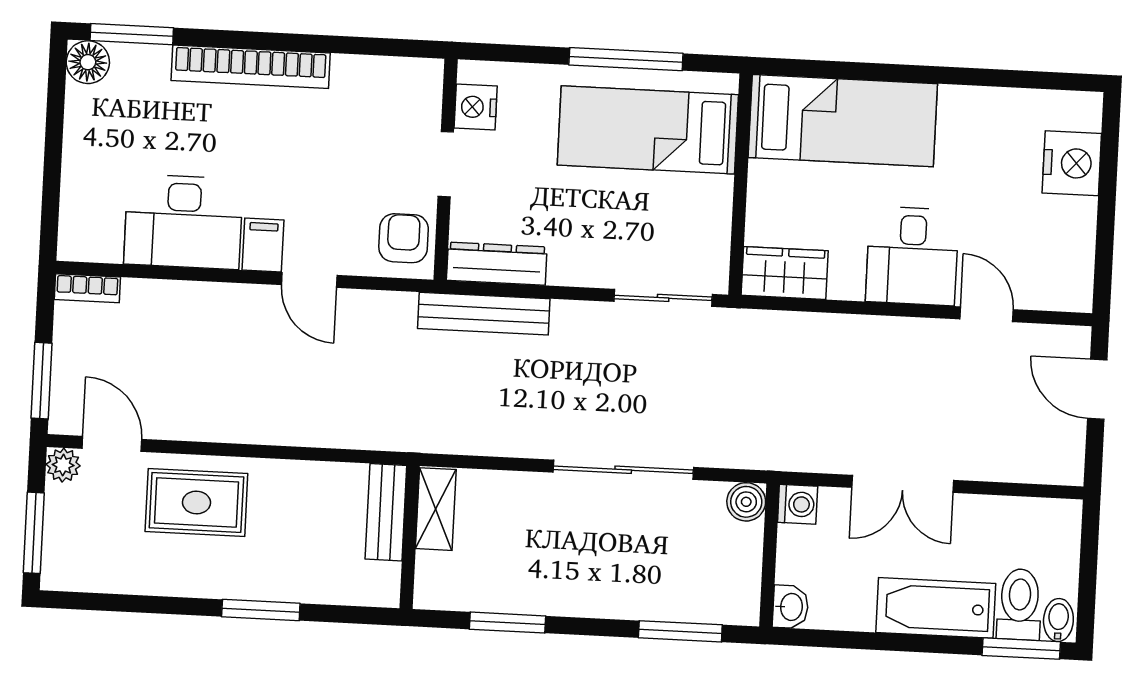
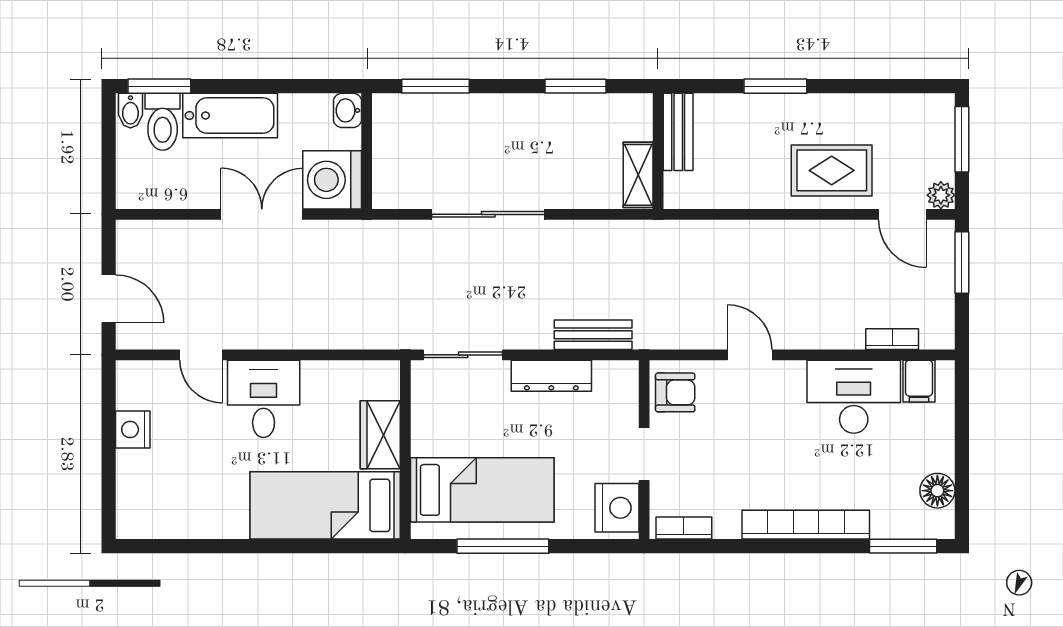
floor lamp: (88, 62) -> (937, 491), moved
bookcase: (401, 70) -> (684, 528), added
nightstand: (476, 107) -> (617, 508), width x1.36, depth x1.33
nightstand: (1072, 163) -> (133, 429), moved, width x0.74, depth x0.75
armchair: (404, 238) -> (675, 392), turned -90
filing cabinet: (263, 245) -> (919, 381), moved
dresser: (497, 264) -> (551, 376), moved
wardrobe: (785, 273) -> (380, 435), moved, turned 90
bookcase: (87, 288) -> (892, 339), moved
bench: (484, 314) -> (593, 335), width x0.73
boiler: (746, 502) -> (388, 193), removed
washing machine: (798, 504) -> (332, 180), width x1.89, depth x1.89
bench: (386, 512) -> (678, 132), moved

